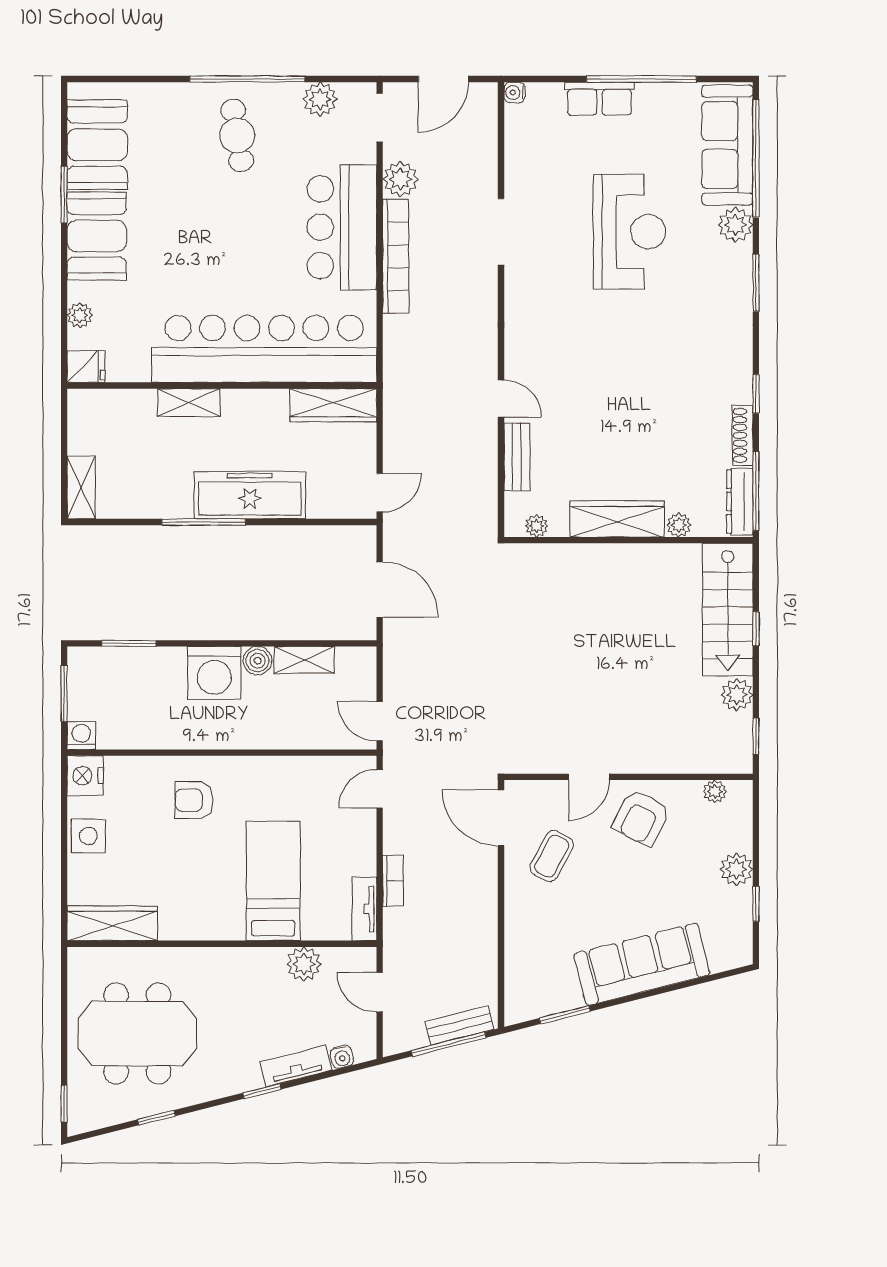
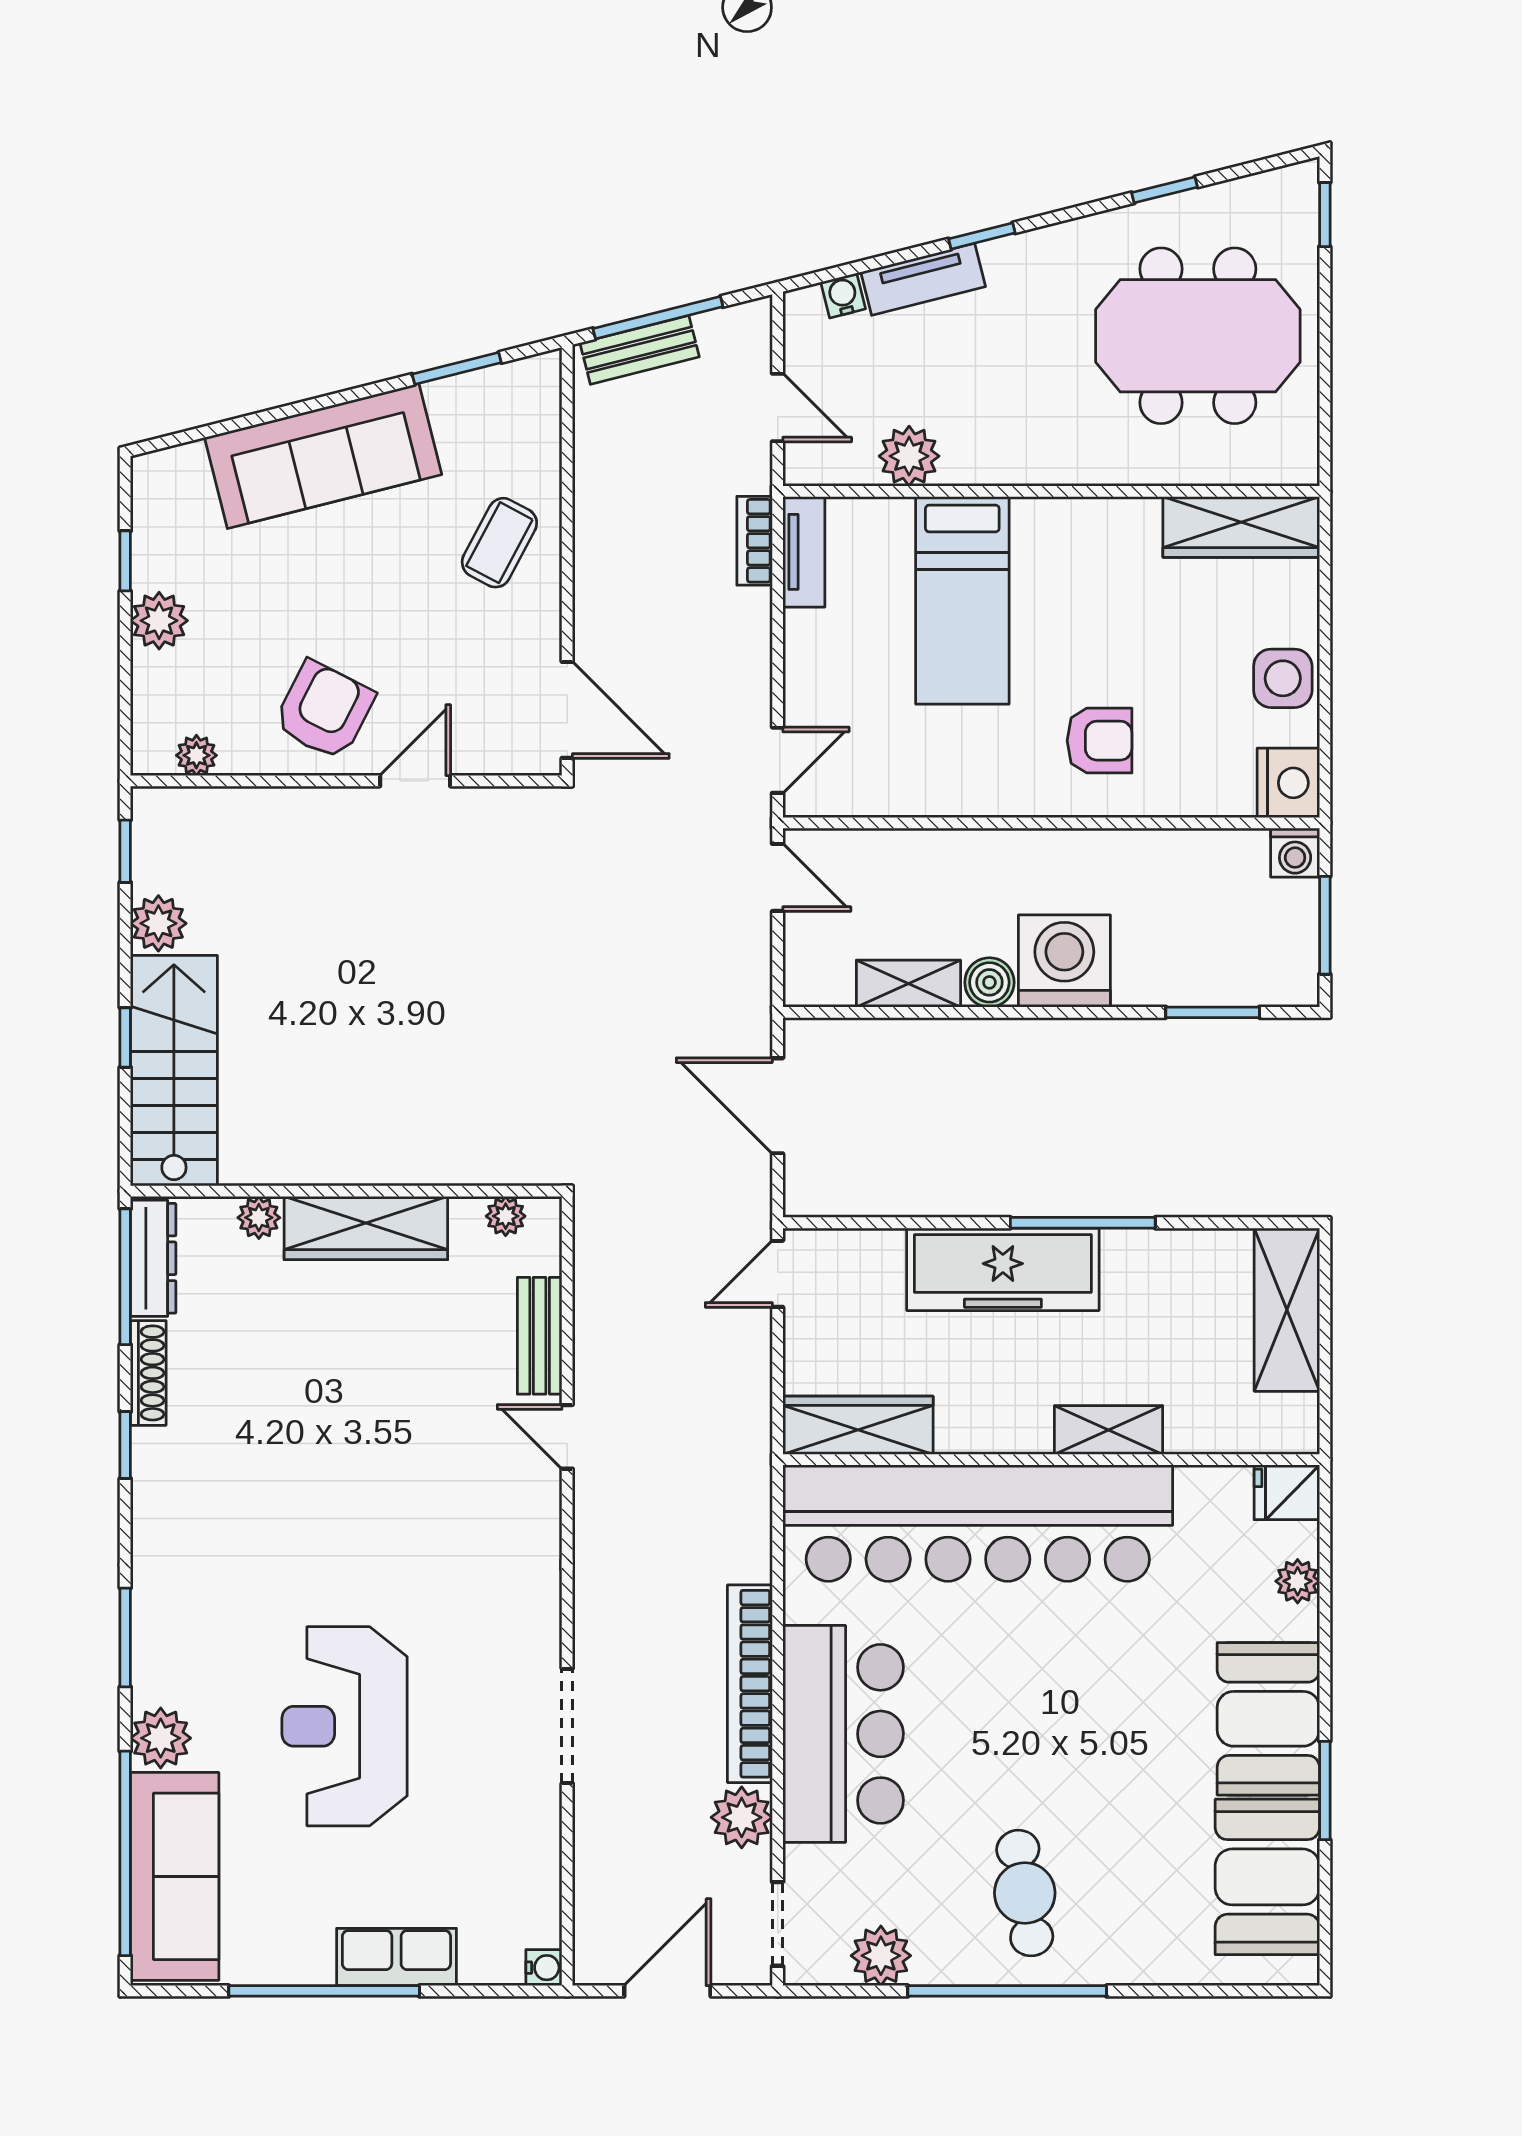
shelving: (81, 488) -> (1287, 1310), width x1.50, depth x1.33
coffee table: (552, 856) -> (499, 543), moved
bookcase: (393, 881) -> (755, 541), moved

